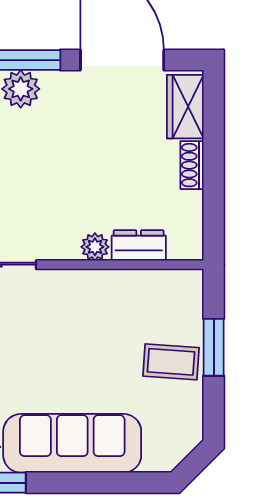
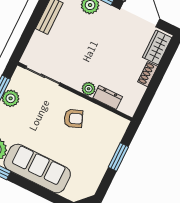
armchair: (94, 316) -> (73, 118), added
coffee table: (171, 362) -> (97, 154), removed

